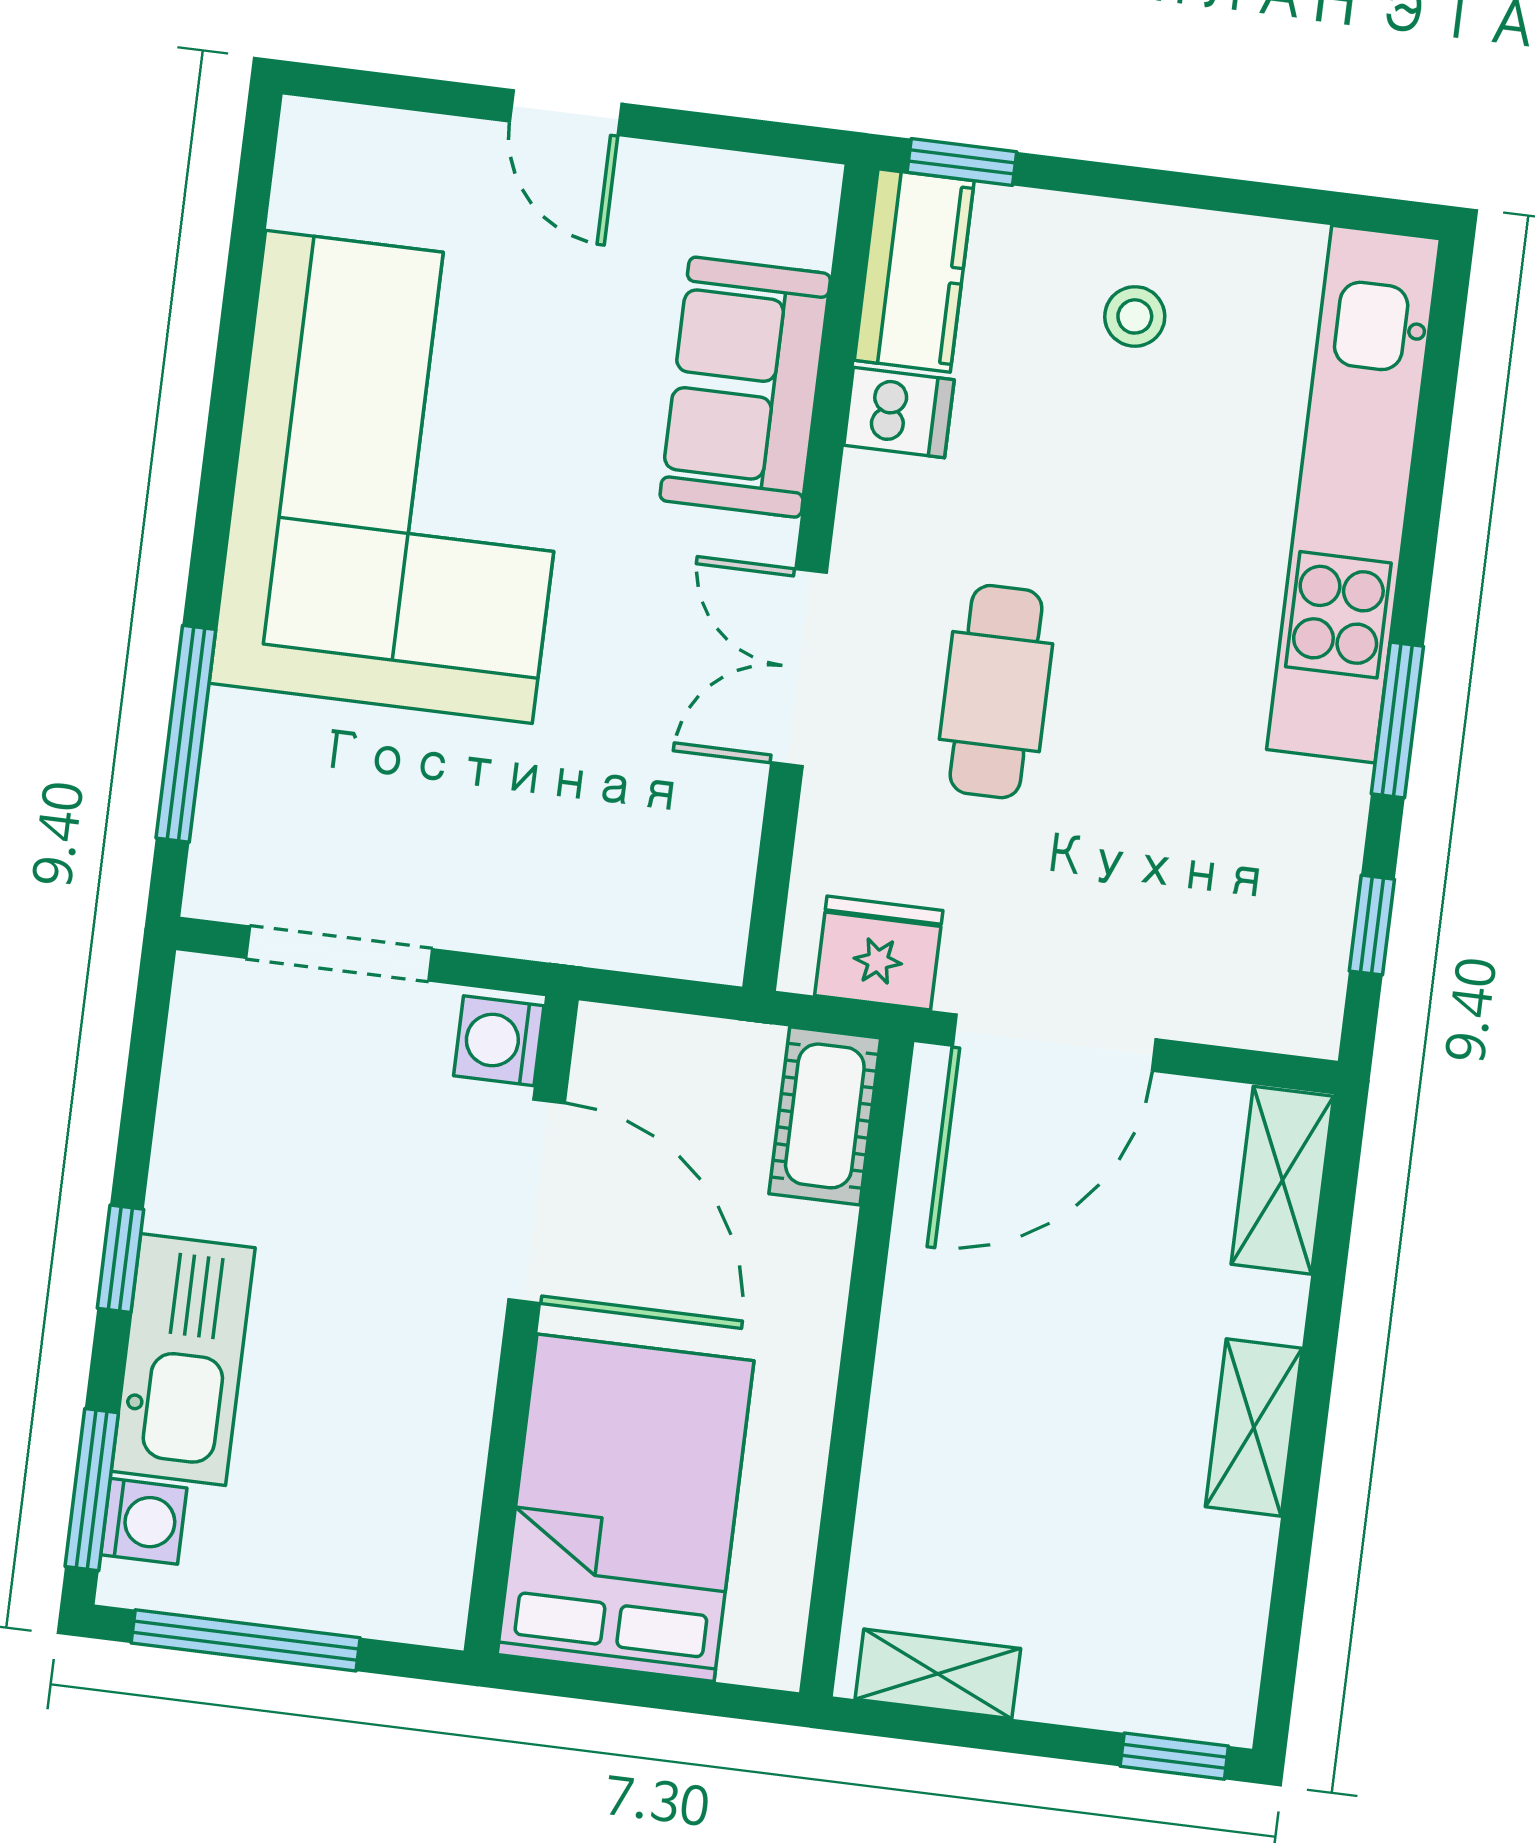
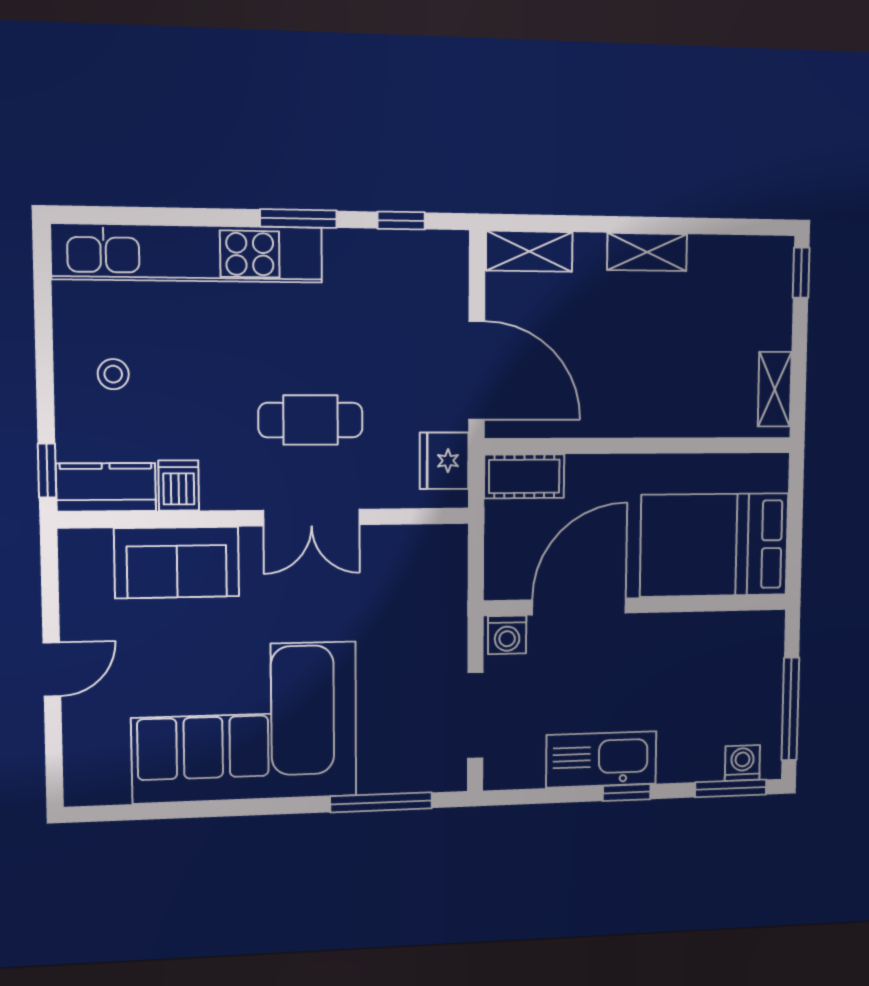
kitchen sink: (183, 1360) -> (601, 759), moved

